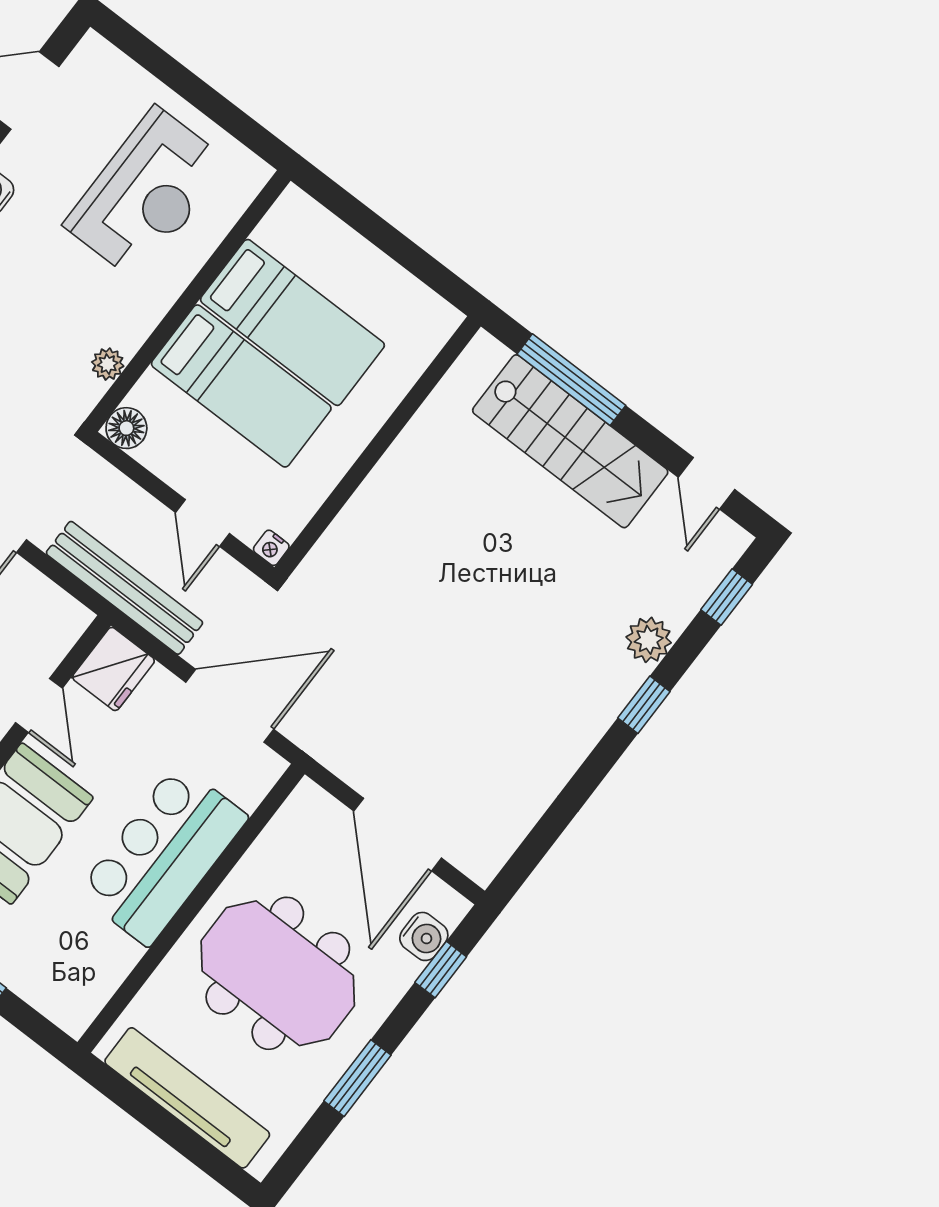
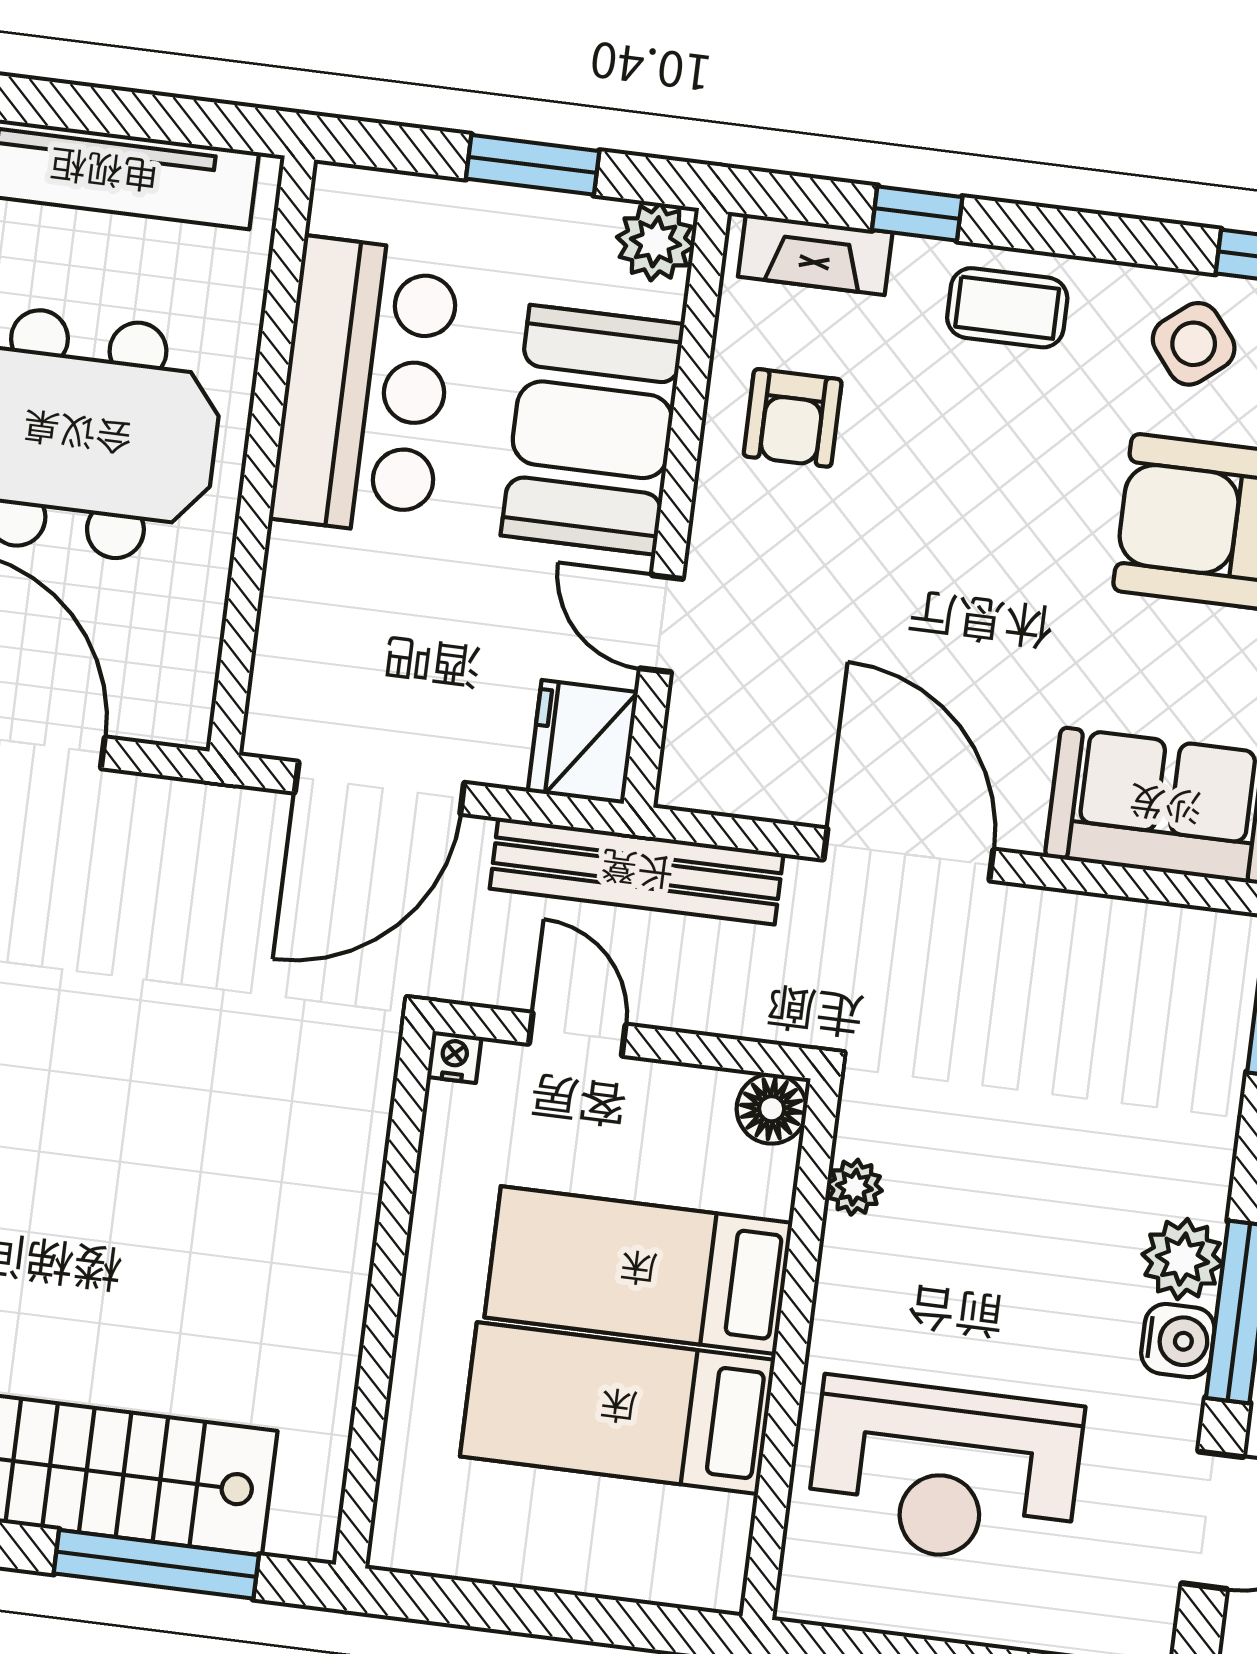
reception desk: (146, 194) -> (945, 1472), turned -90
bar counter: (163, 855) -> (365, 387), moved

